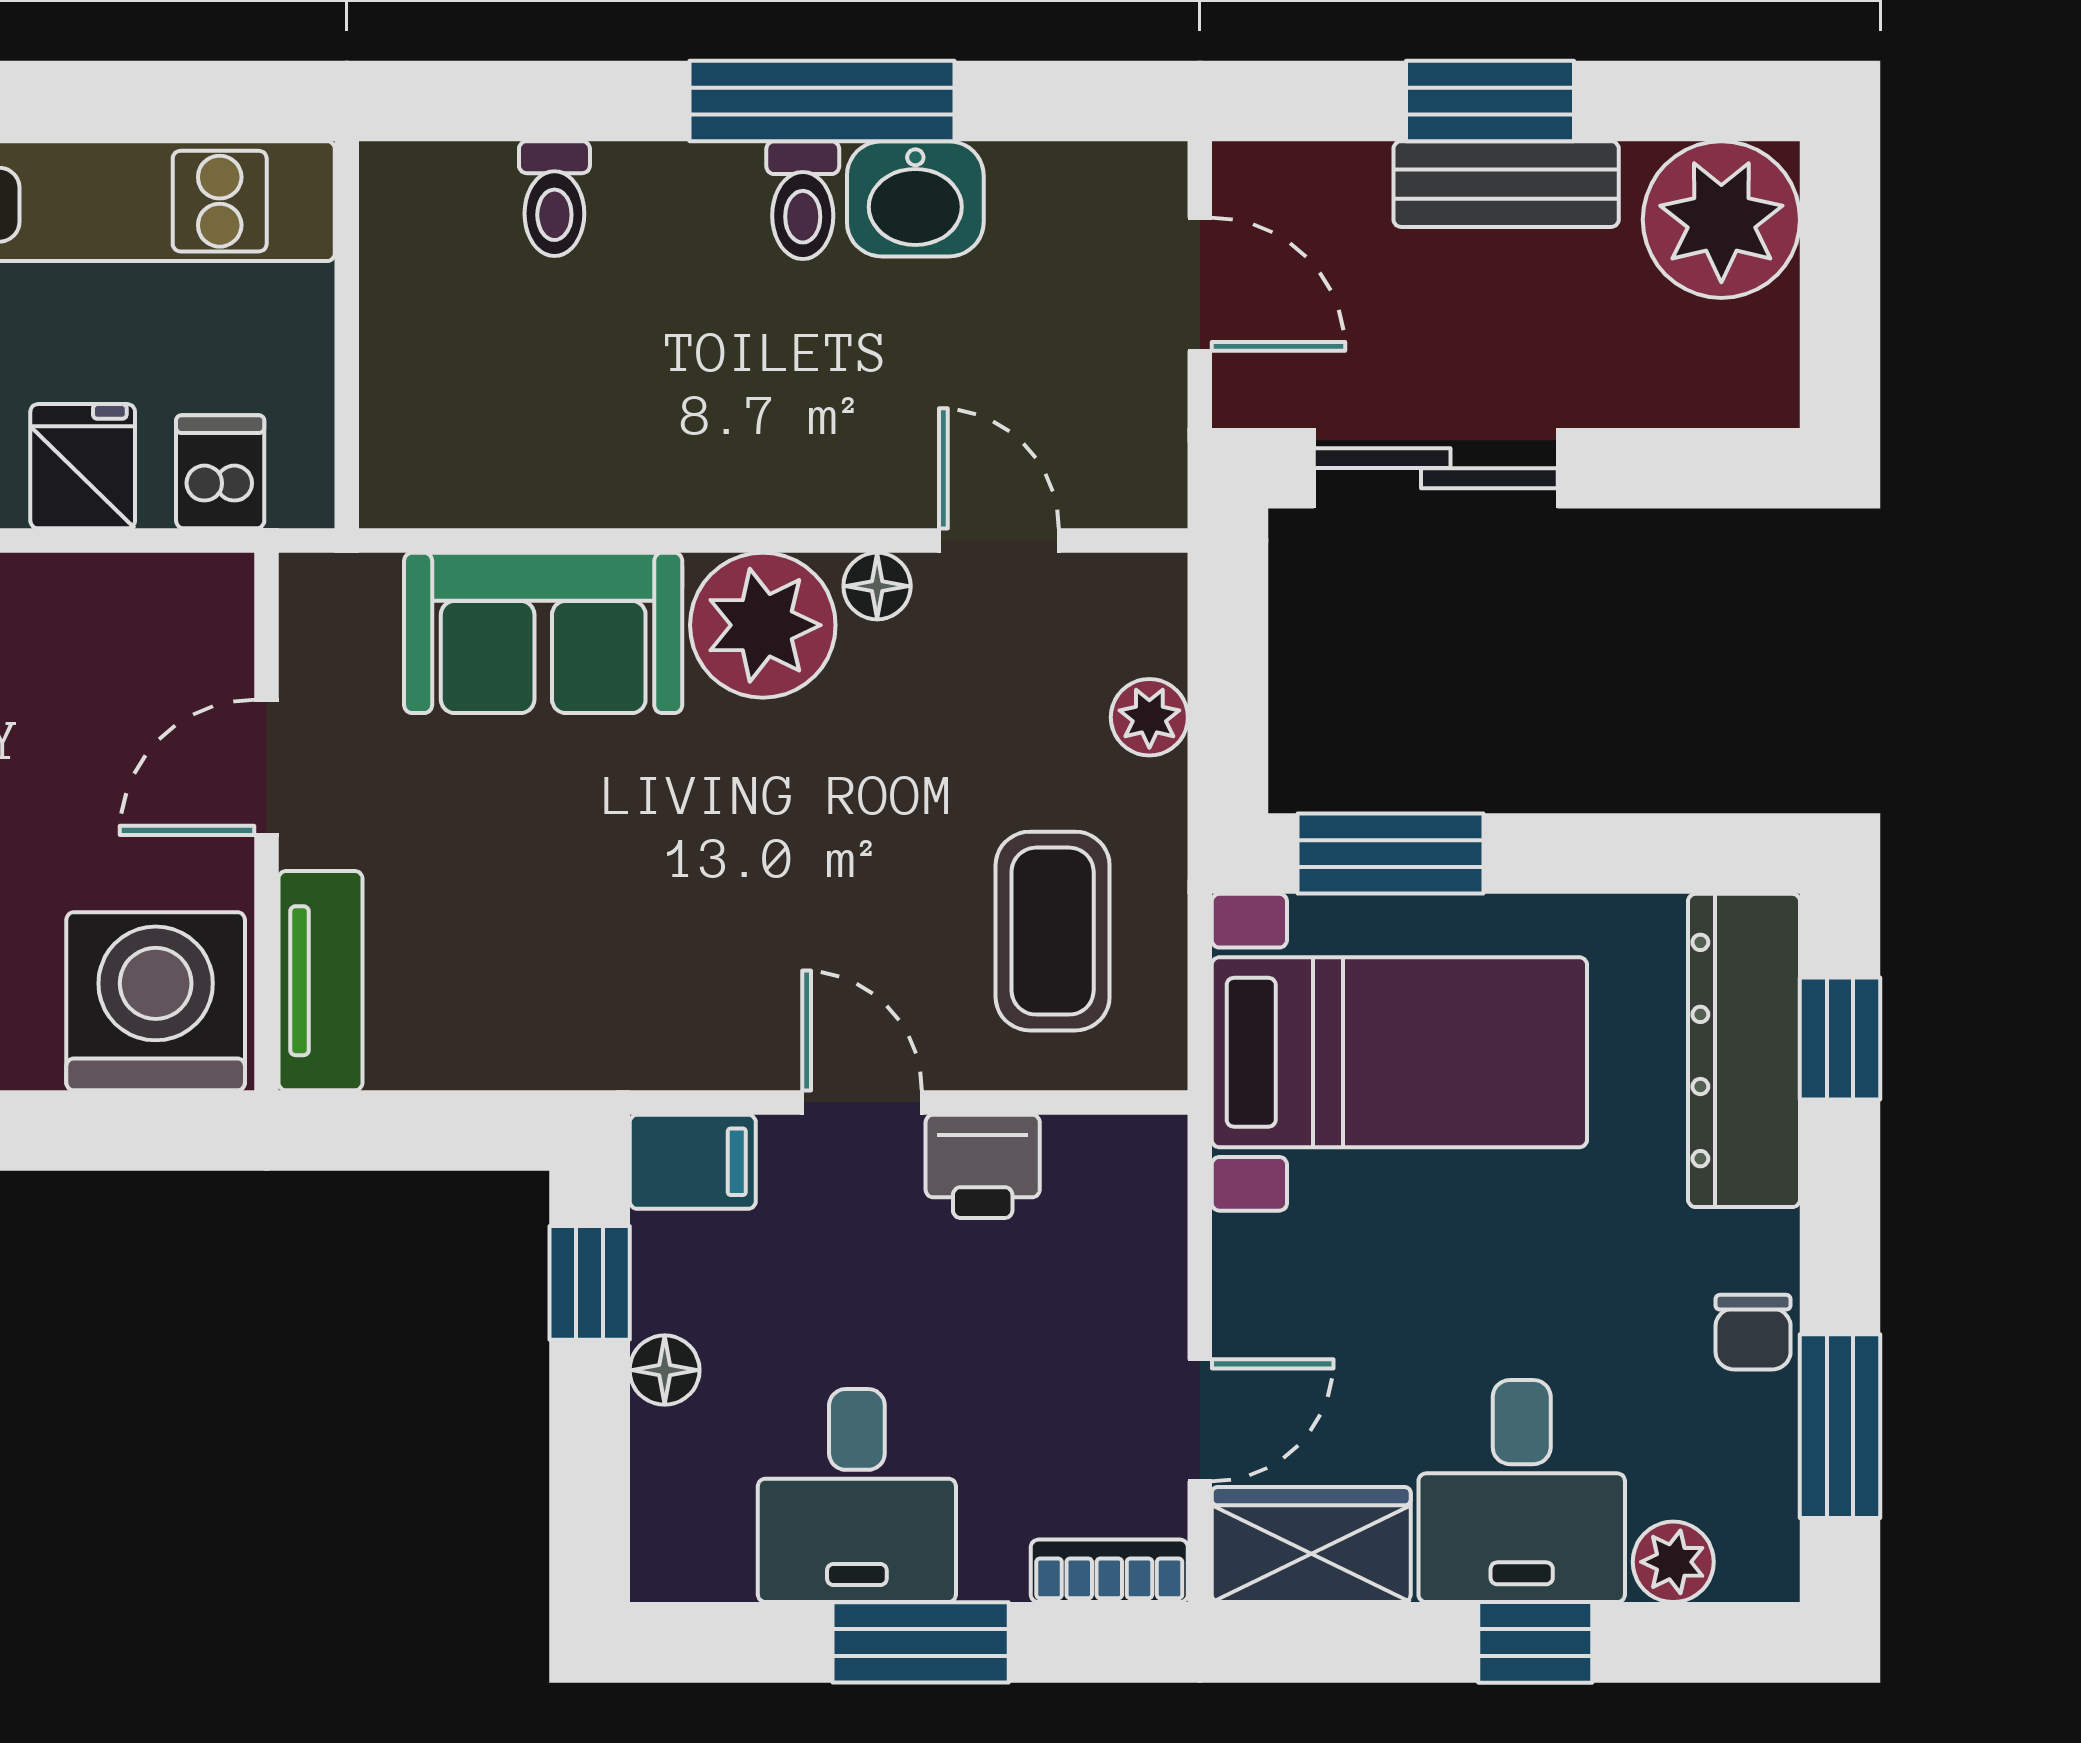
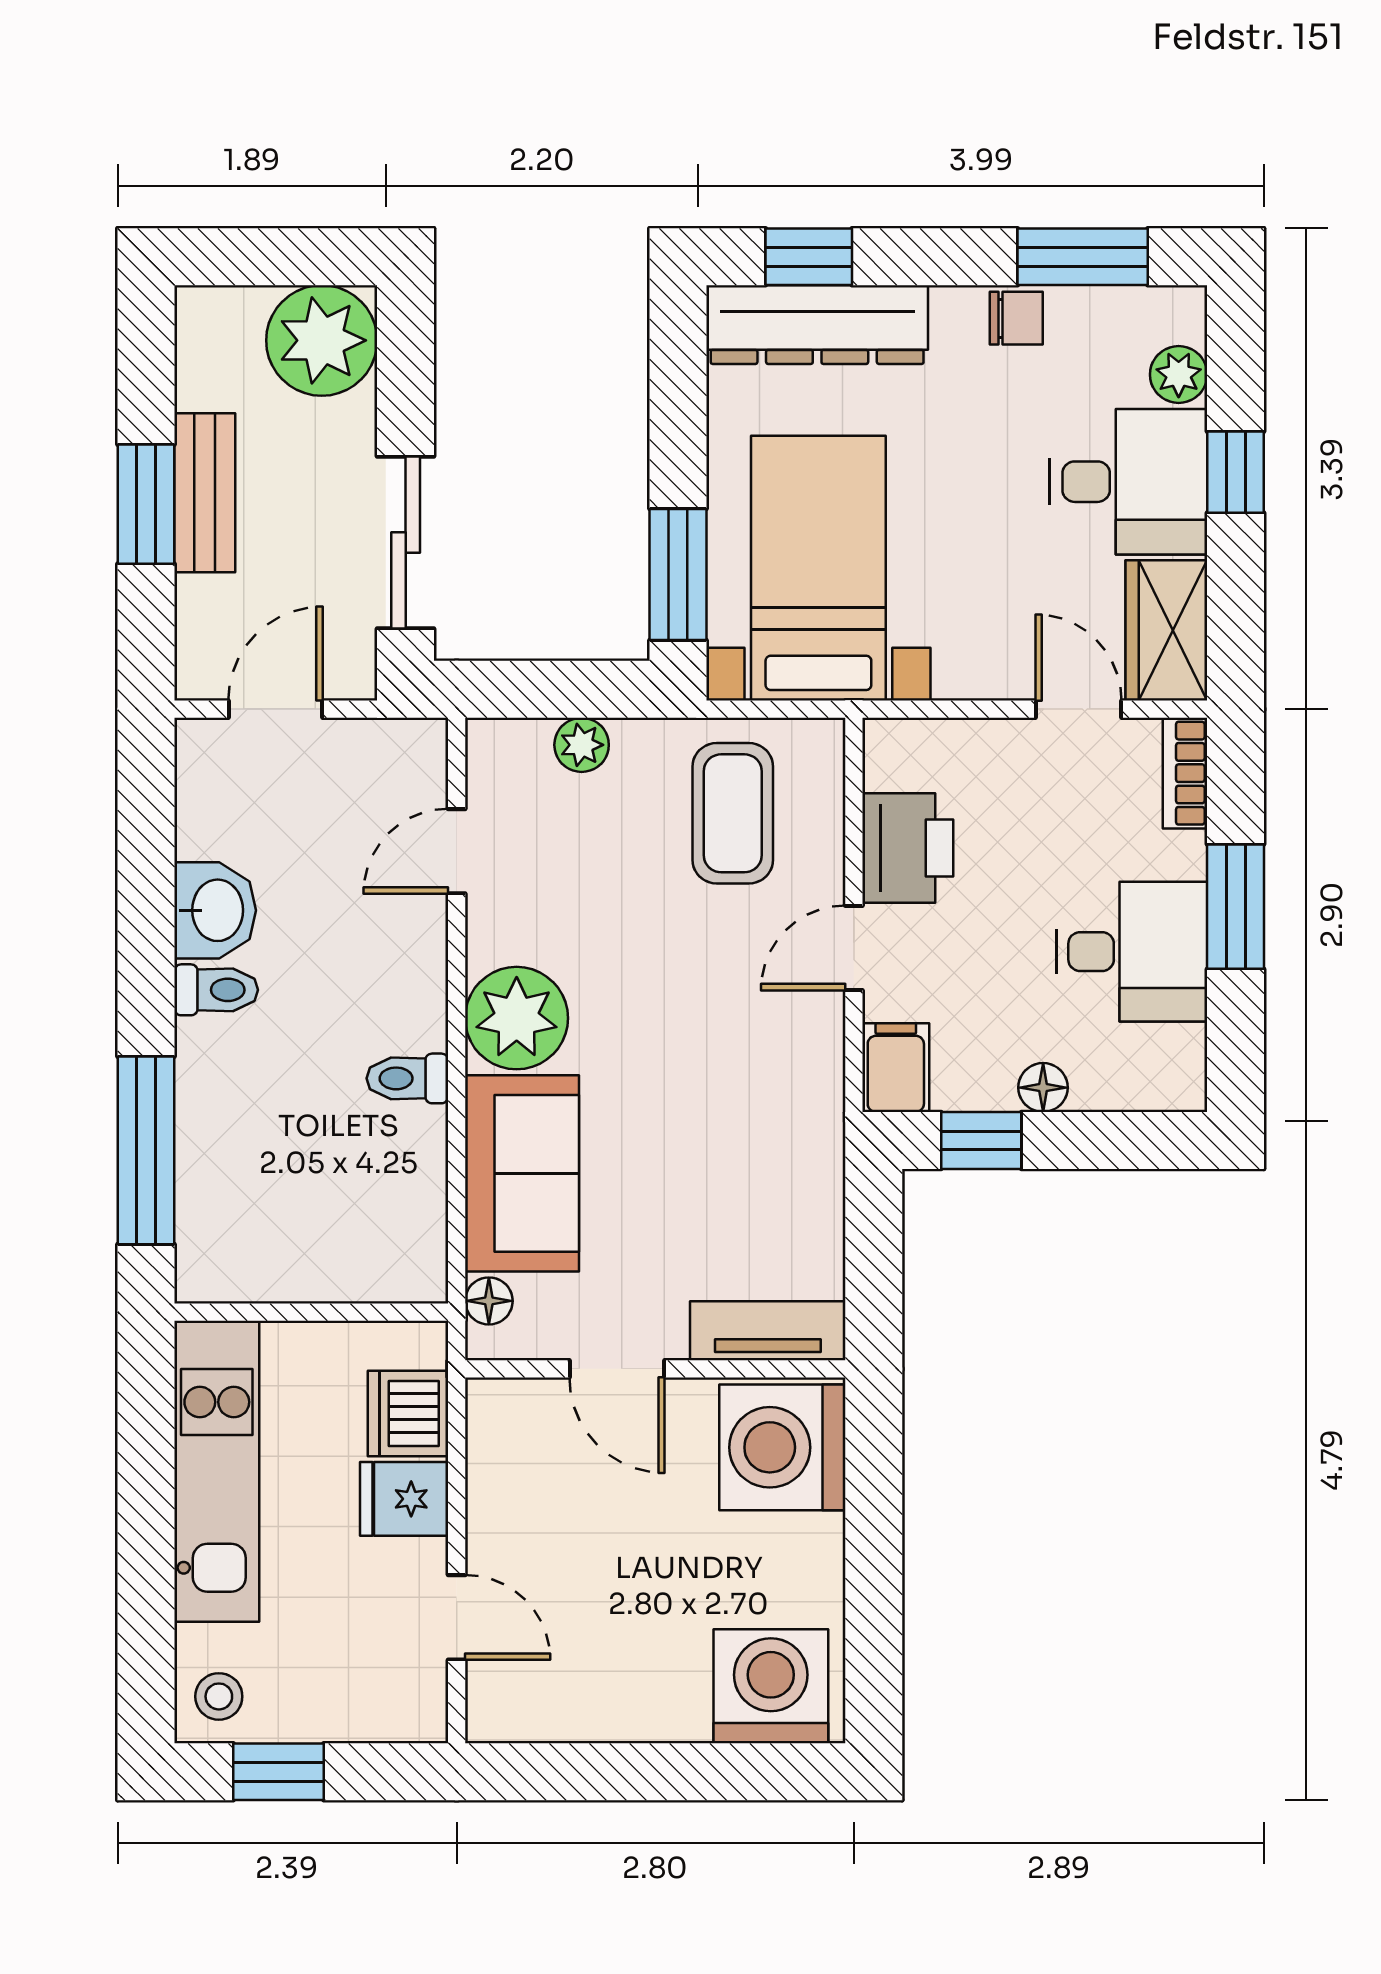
window: (822, 101) -> (146, 1150), moved
toilet: (554, 199) -> (407, 1078), moved, turned 180
plant: (1721, 220) -> (322, 340), moved
dishwasher: (220, 472) -> (408, 1413), width x1.38
floor lamp: (877, 586) -> (489, 1301), moved
coffee table: (1053, 931) -> (733, 813), turned 90
printer: (983, 1166) -> (908, 848), width x1.36, depth x1.24

